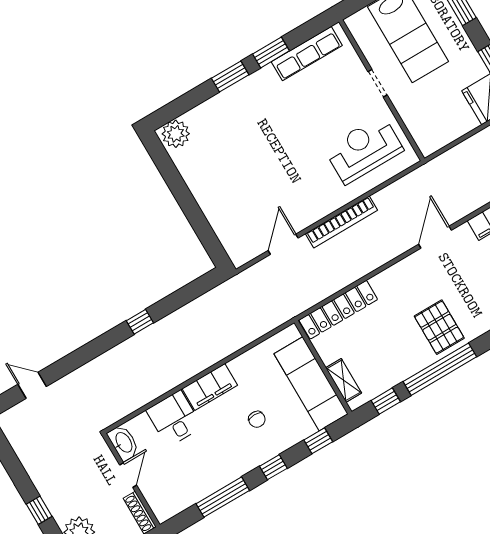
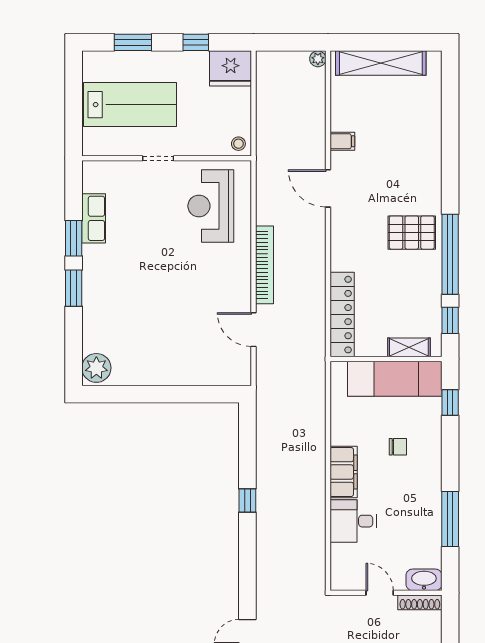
row of seats: (307, 54) -> (94, 218), width x0.68
stool: (428, 142) -> (238, 144), added
washbasin: (123, 443) -> (424, 580), moved
window: (273, 467) -> (450, 457), removed

